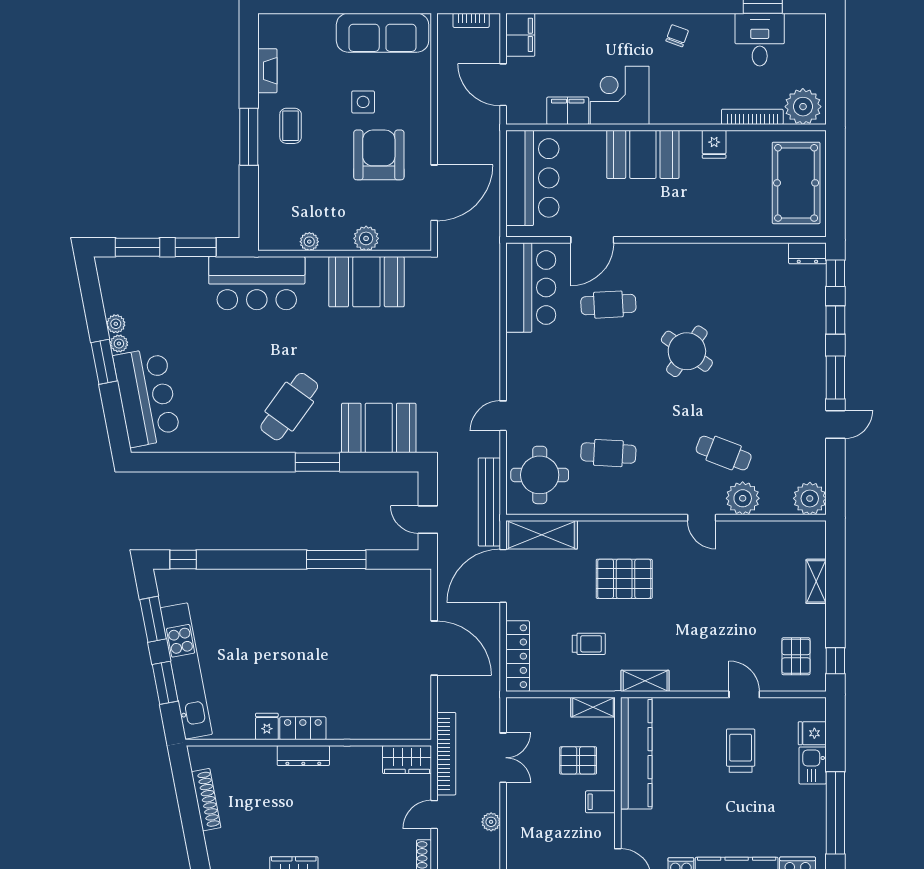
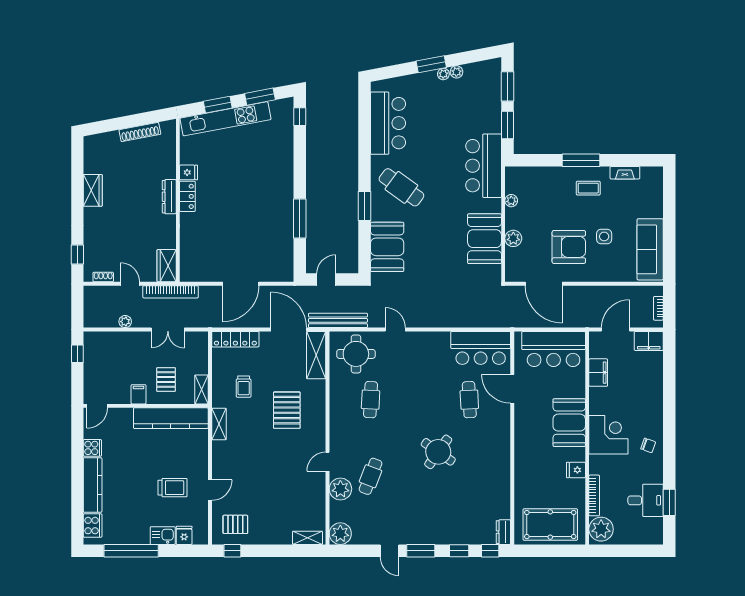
corner desk: (620, 95) -> (608, 435), moved
bar counter: (147, 397) -> (388, 123), moved, turned -79
shelving: (816, 581) -> (307, 538), moved

